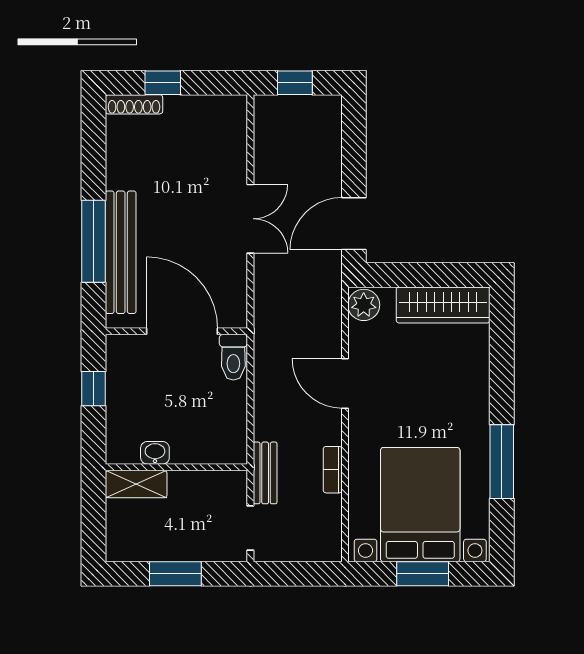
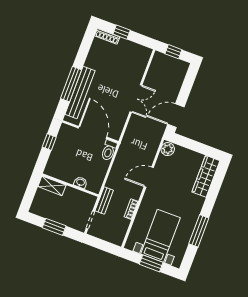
wardrobe: (443, 305) -> (206, 176), moved, turned 90
door: (345, 383) -> (149, 177), hinge flipped
washbasin: (155, 453) -> (80, 183), moved
bed with nightstands: (420, 505) -> (160, 236), width x0.73

